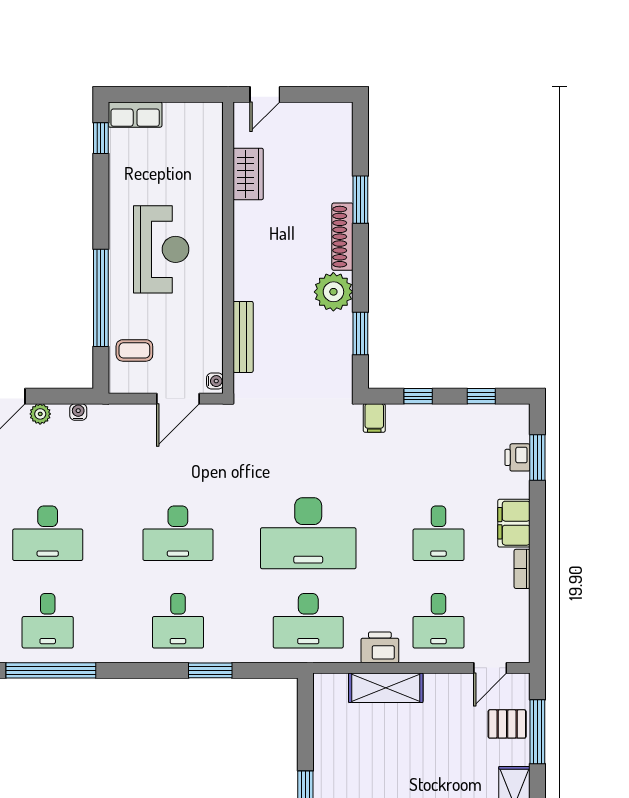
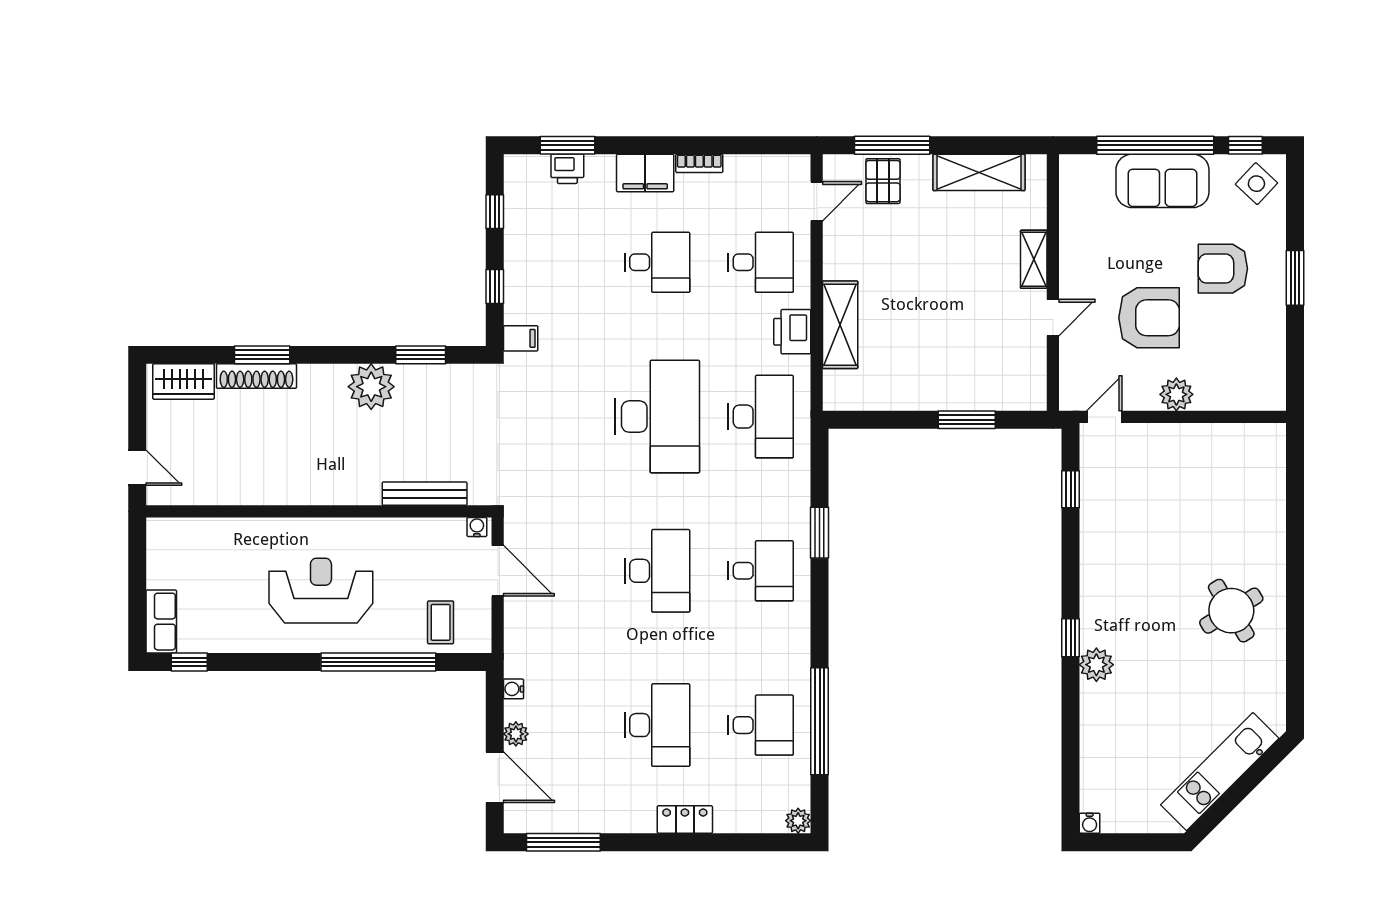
wardrobe: (248, 174) -> (183, 382), moved, turned 180
shoe rack: (342, 237) -> (256, 376), moved
door: (490, 668) -> (817, 201), hinge flipped

